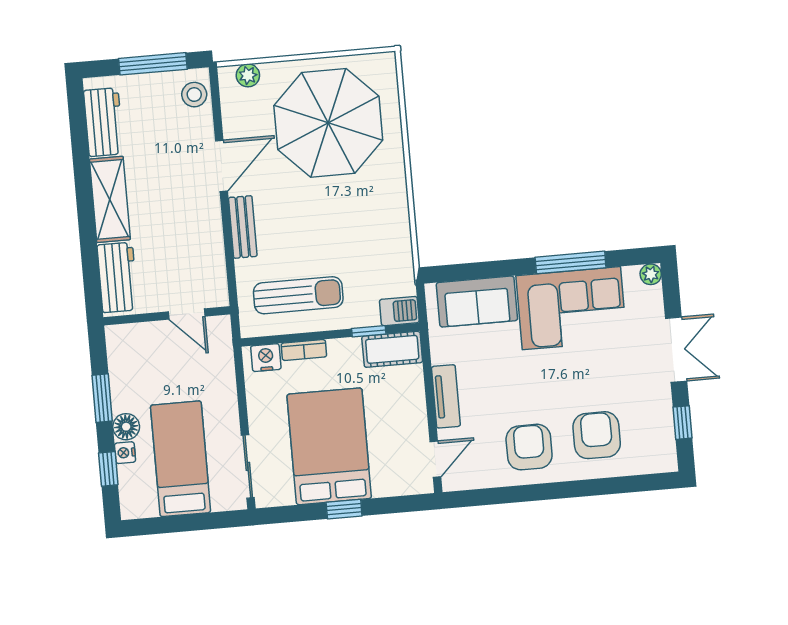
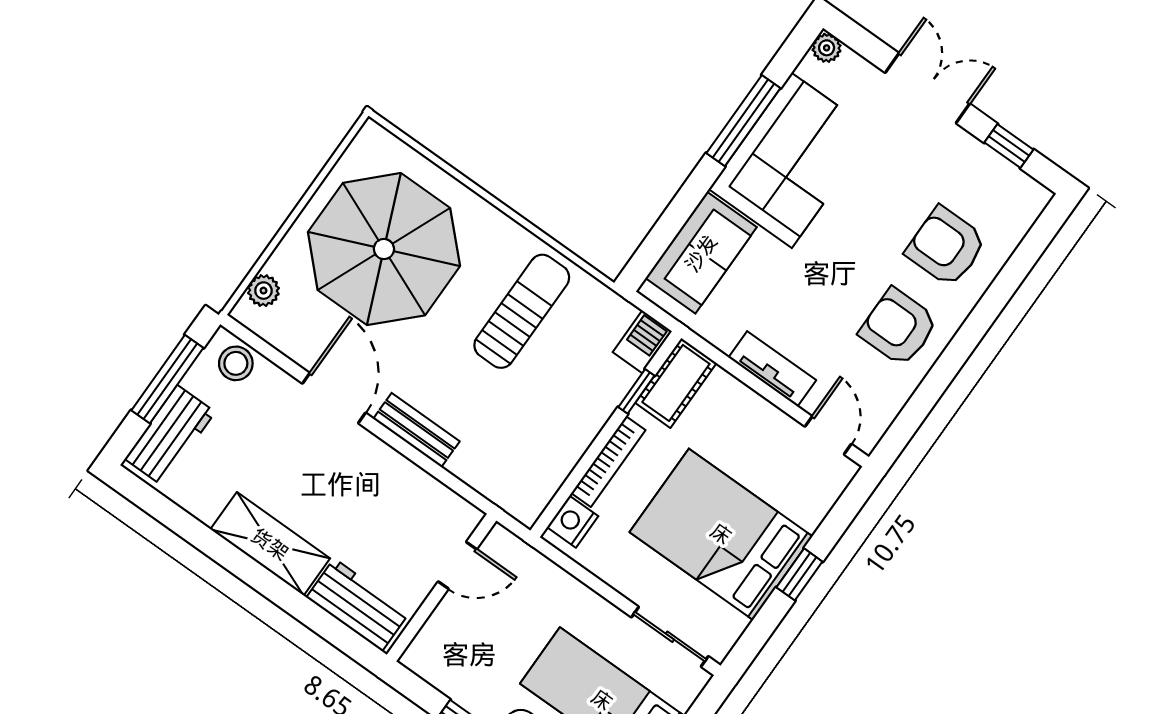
workbench: (104, 122) -> (170, 435), moved, turned 90
sun lounger: (298, 295) -> (522, 311), moved
bookcase: (304, 350) -> (608, 462), width x1.56

